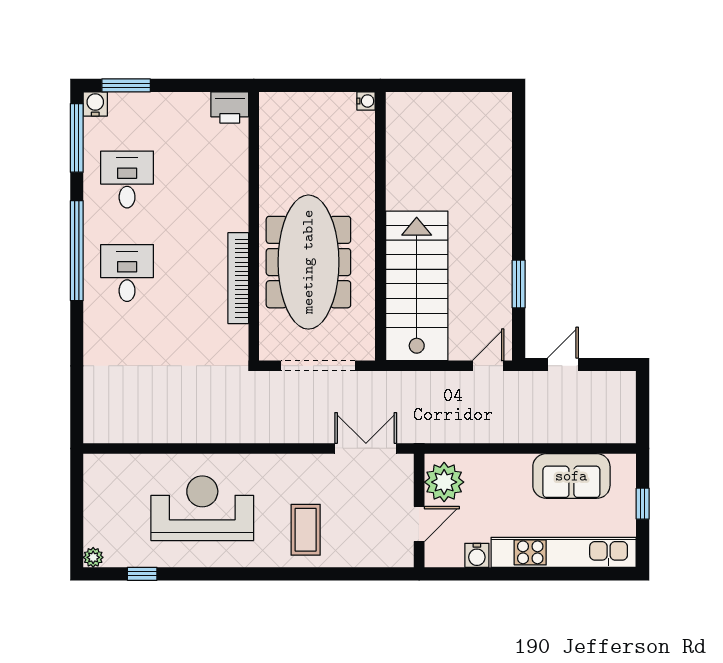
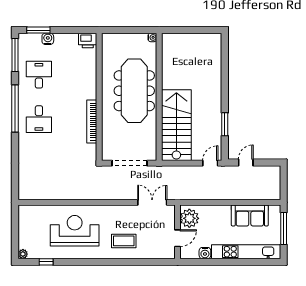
water cooler: (95, 104) -> (48, 39), moved
meeting table: (308, 262) -> (134, 91), moved
desk: (127, 273) -> (39, 119), turned 180
window: (643, 504) -> (284, 229), width x2.17
coffee table: (306, 530) -> (124, 241), turned 90

